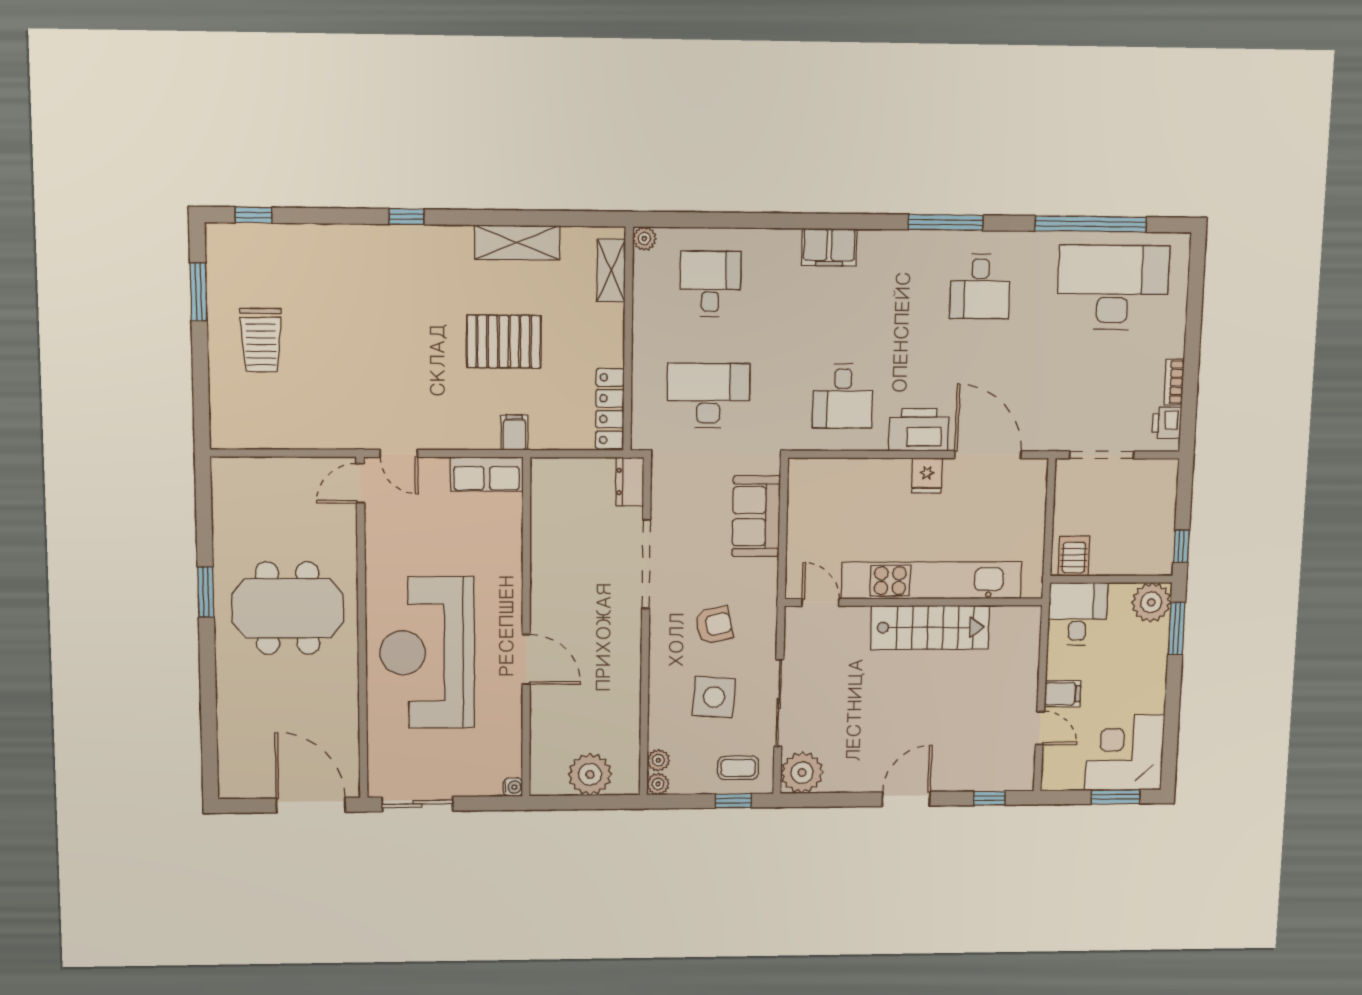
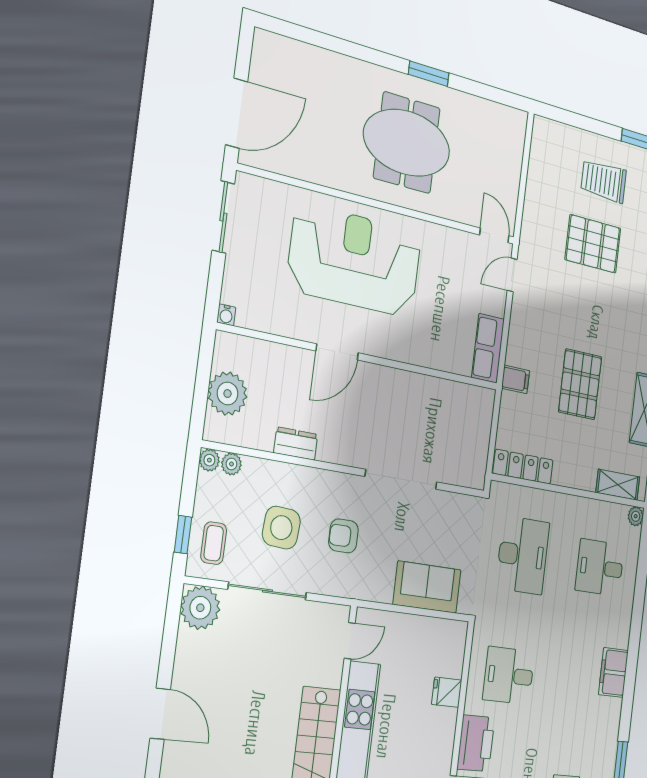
desk: (710, 284) -> (600, 568), turned 180
pallet: (338, 345) -> (593, 244), added
fridge: (927, 476) -> (447, 692), moved
dresser: (630, 482) -> (296, 444), moved
meeting table: (288, 608) -> (407, 143), turned 90
armchair: (714, 625) -> (343, 536), turned 102

